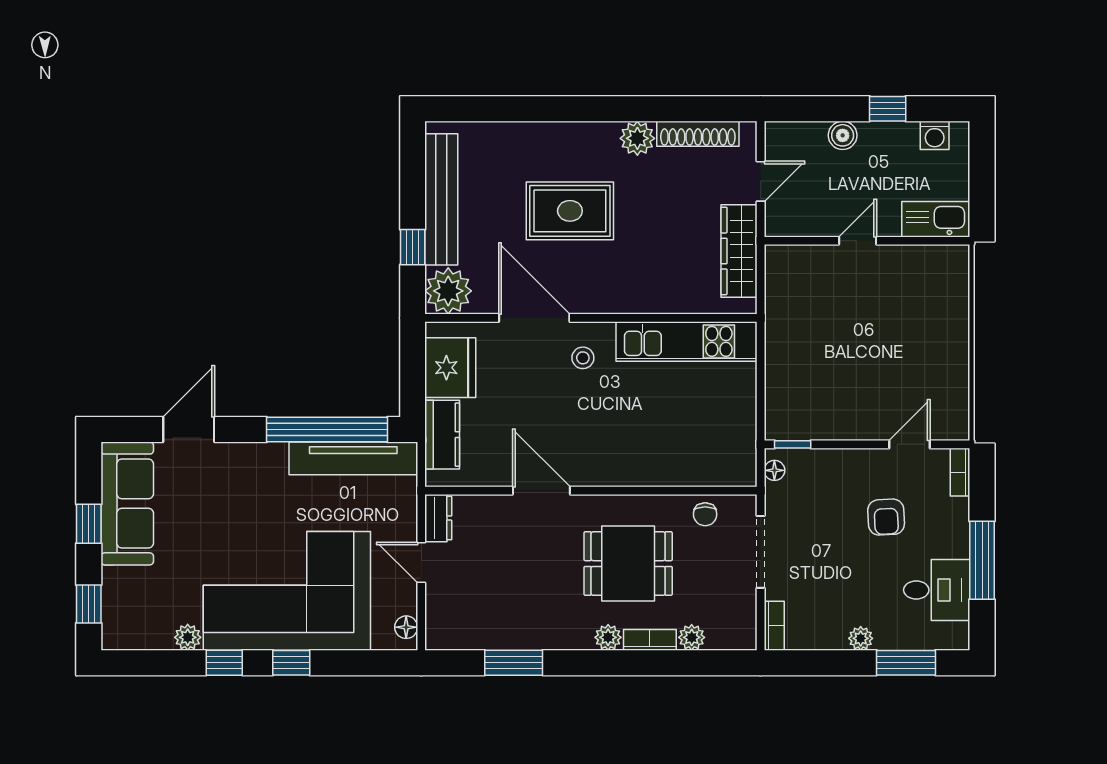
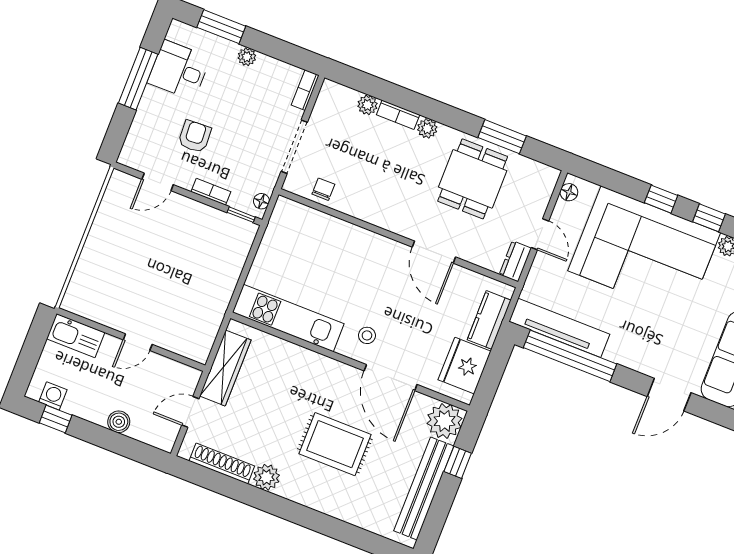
window: (888, 109) -> (56, 419), moved
bookcase: (960, 472) -> (211, 192), moved, turned -90
dining table: (628, 564) -> (473, 179), moved, turned 90

